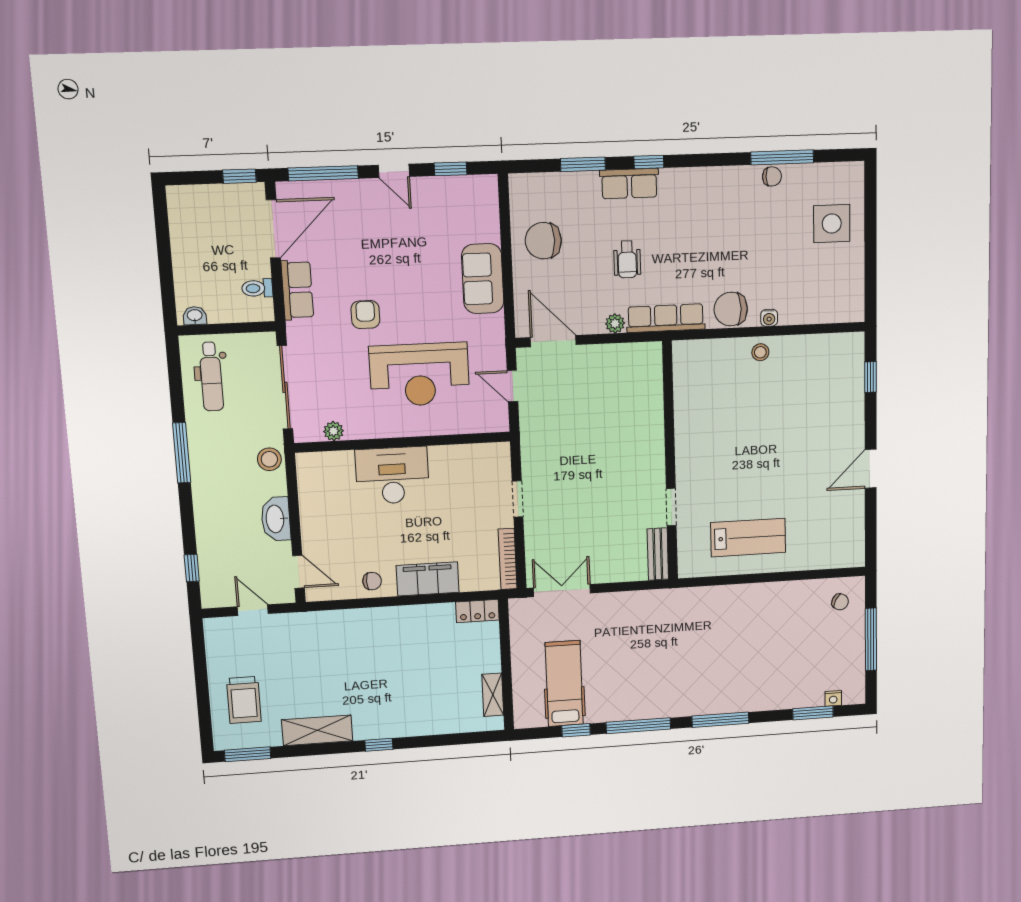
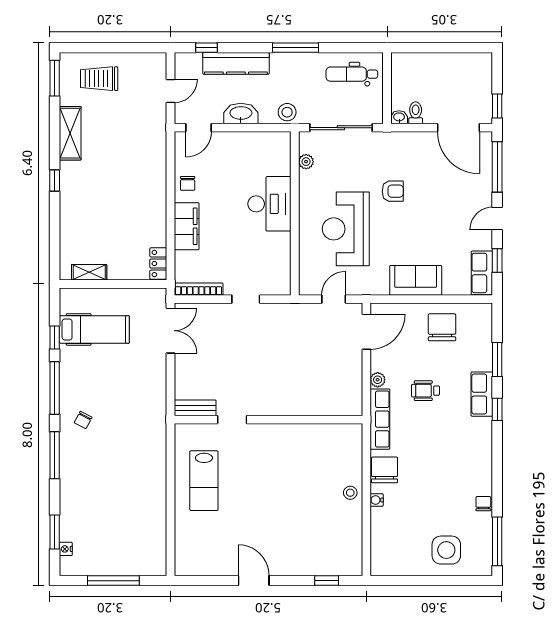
window: (782, 157) -> (497, 541), moved
chair: (772, 176) -> (483, 504), turned 180
row of seats: (297, 290) -> (482, 273), moved, turned 90
washbasin: (195, 316) -> (399, 117), moved, turned -90
kitchen counter: (209, 529) -> (236, 63), added
chair: (840, 602) -> (83, 420), moved

